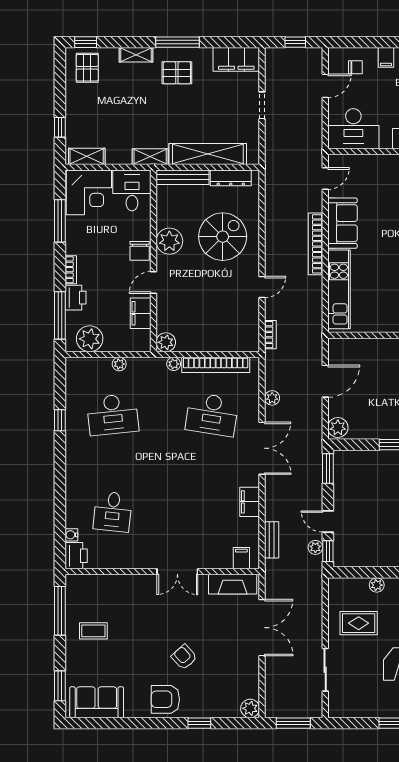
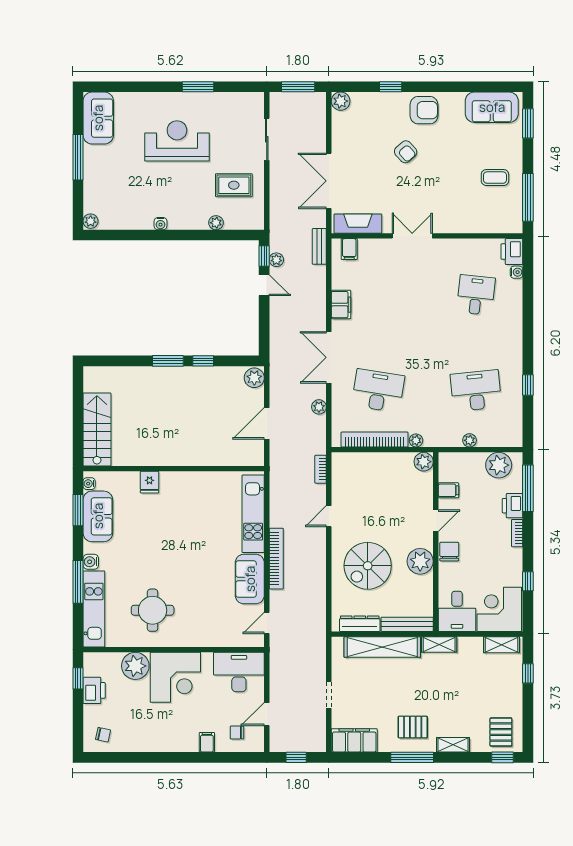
window: (60, 221) -> (528, 581), width x0.46
filing cabinet: (141, 313) -> (448, 490), width x0.50
window: (328, 468) -> (264, 337), removed
bench: (272, 540) -> (319, 246), moved

